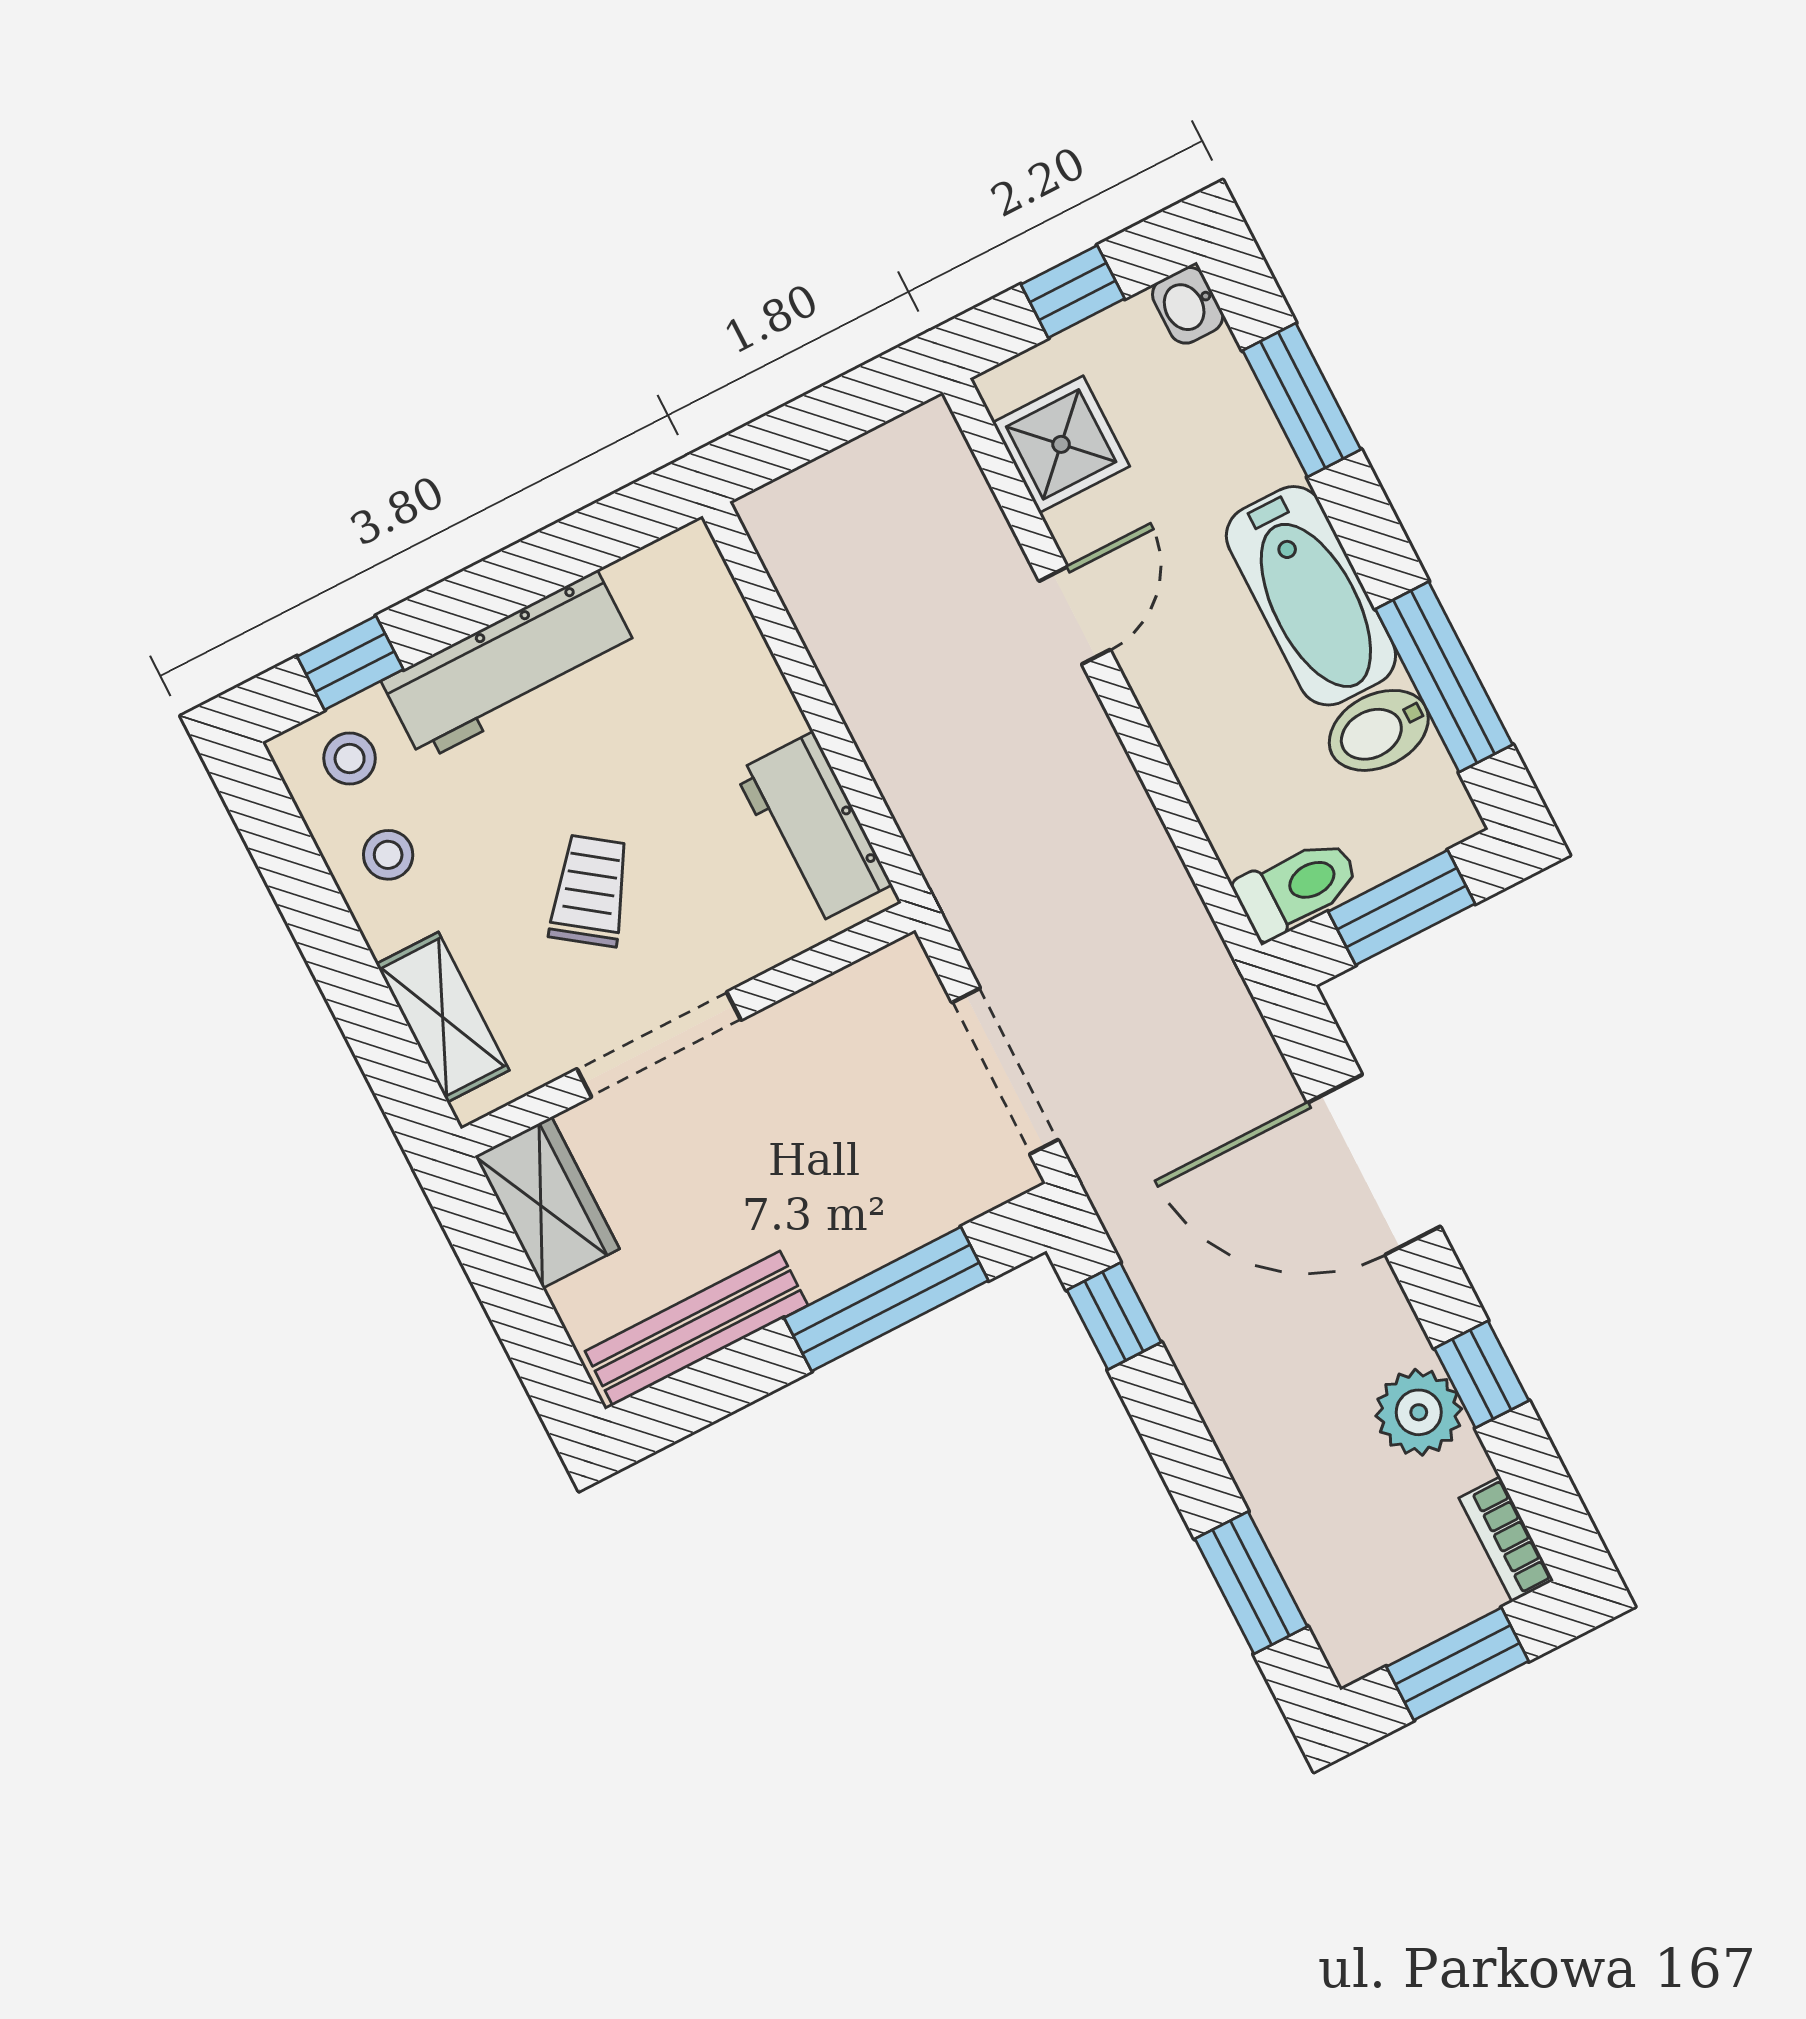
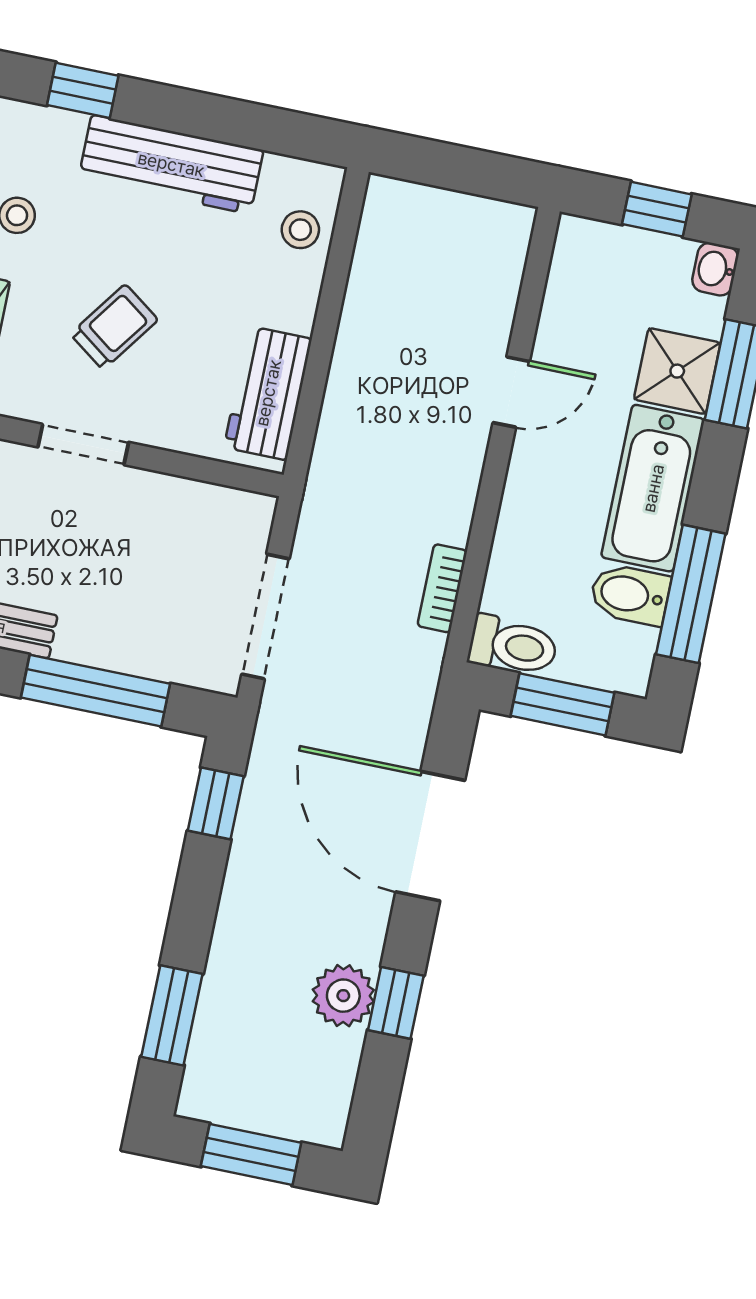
shower: (1061, 444) -> (677, 371), moved
stool: (350, 758) -> (300, 230), moved
doorway: (659, 1044) -> (83, 445), width x0.73
bookcase: (1506, 1539) -> (442, 588), moved

